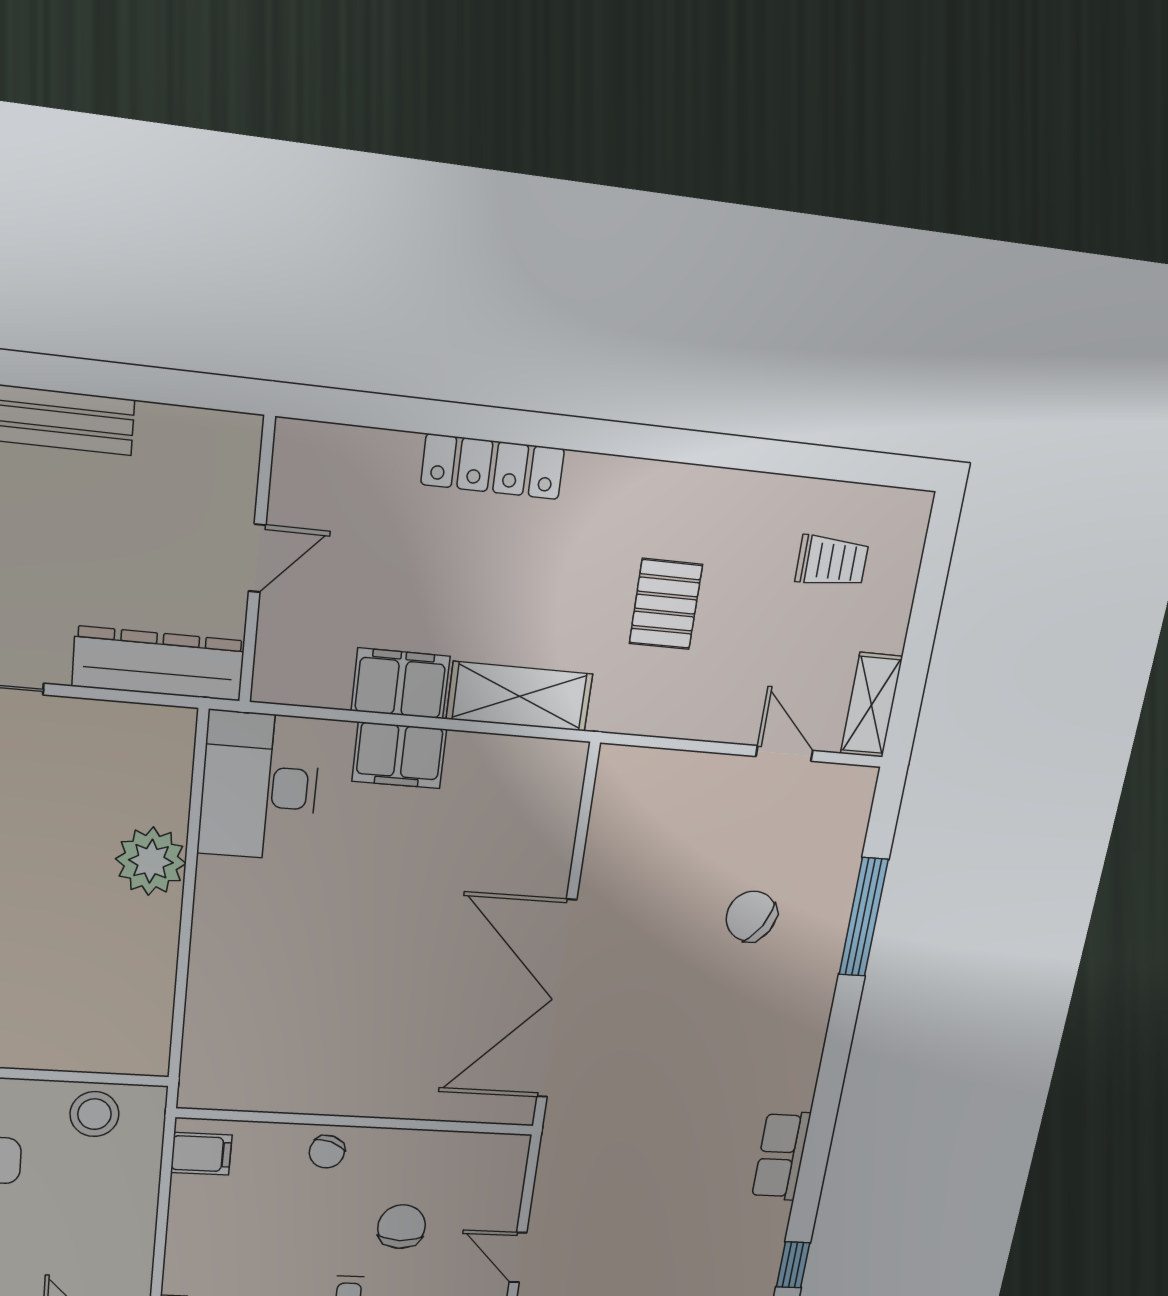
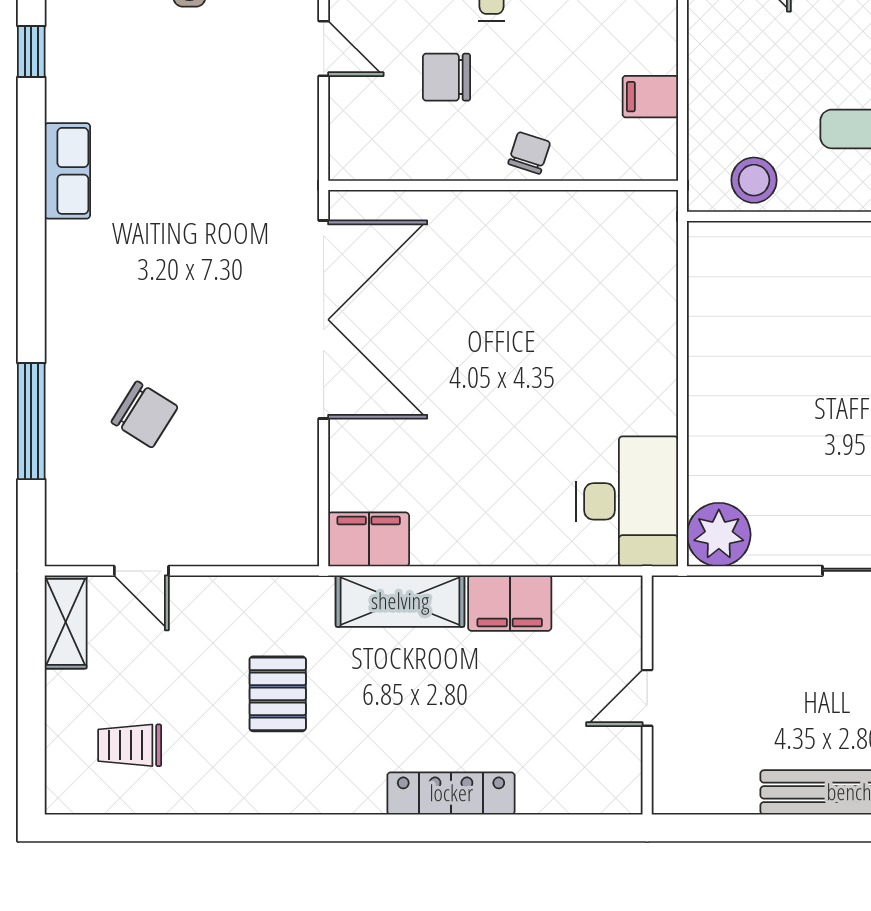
dresser: (159, 664) -> (725, 601), removed
filing cabinet: (399, 755) -> (369, 539), moved
plant: (151, 861) -> (719, 535), moved
filing cabinet: (201, 1154) -> (650, 97), moved
chair: (401, 1227) -> (447, 77), turned 90

